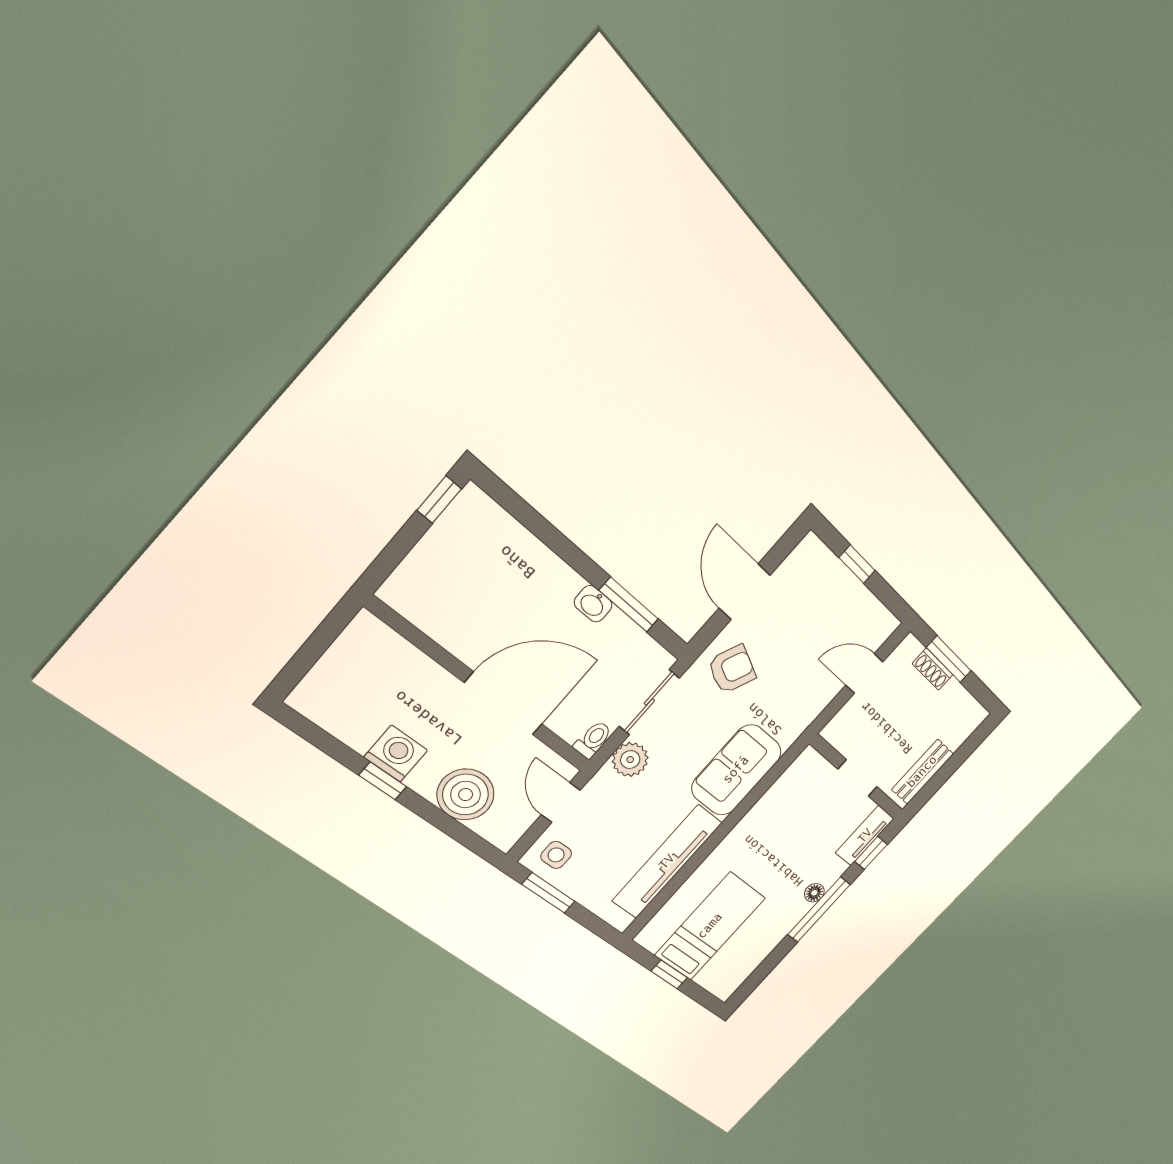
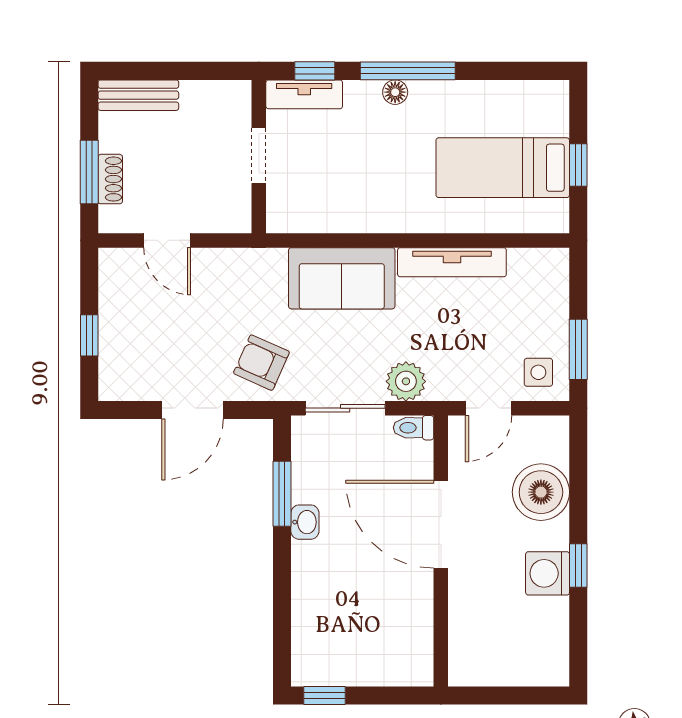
bench: (922, 772) -> (138, 95), moved
tv unit: (667, 862) -> (452, 262), width x0.73, depth x0.78

